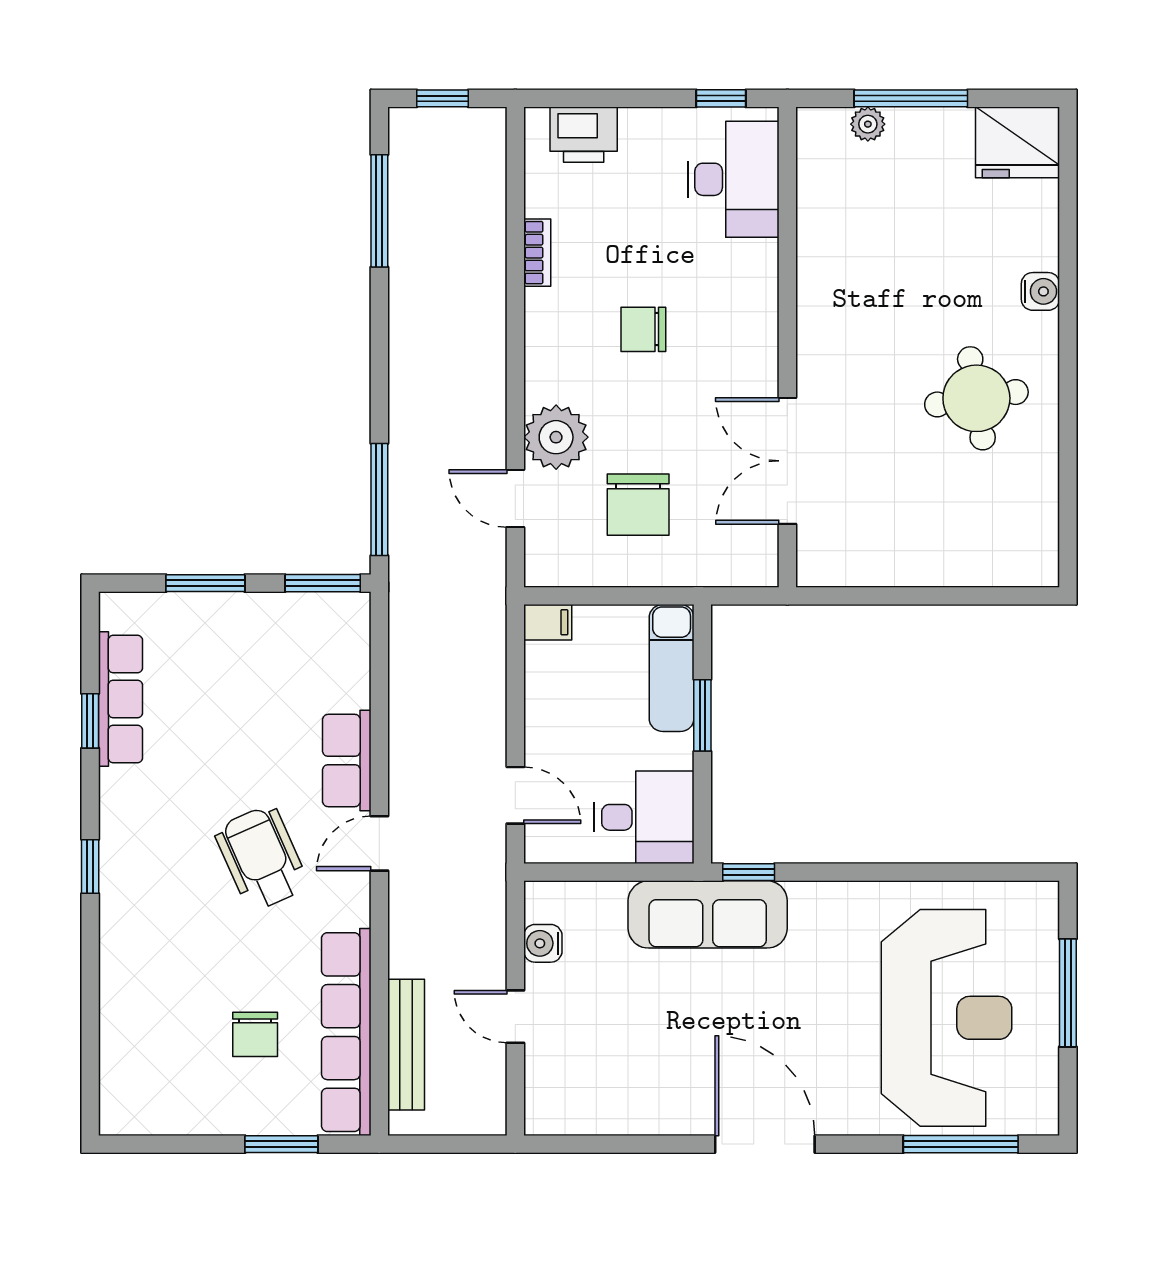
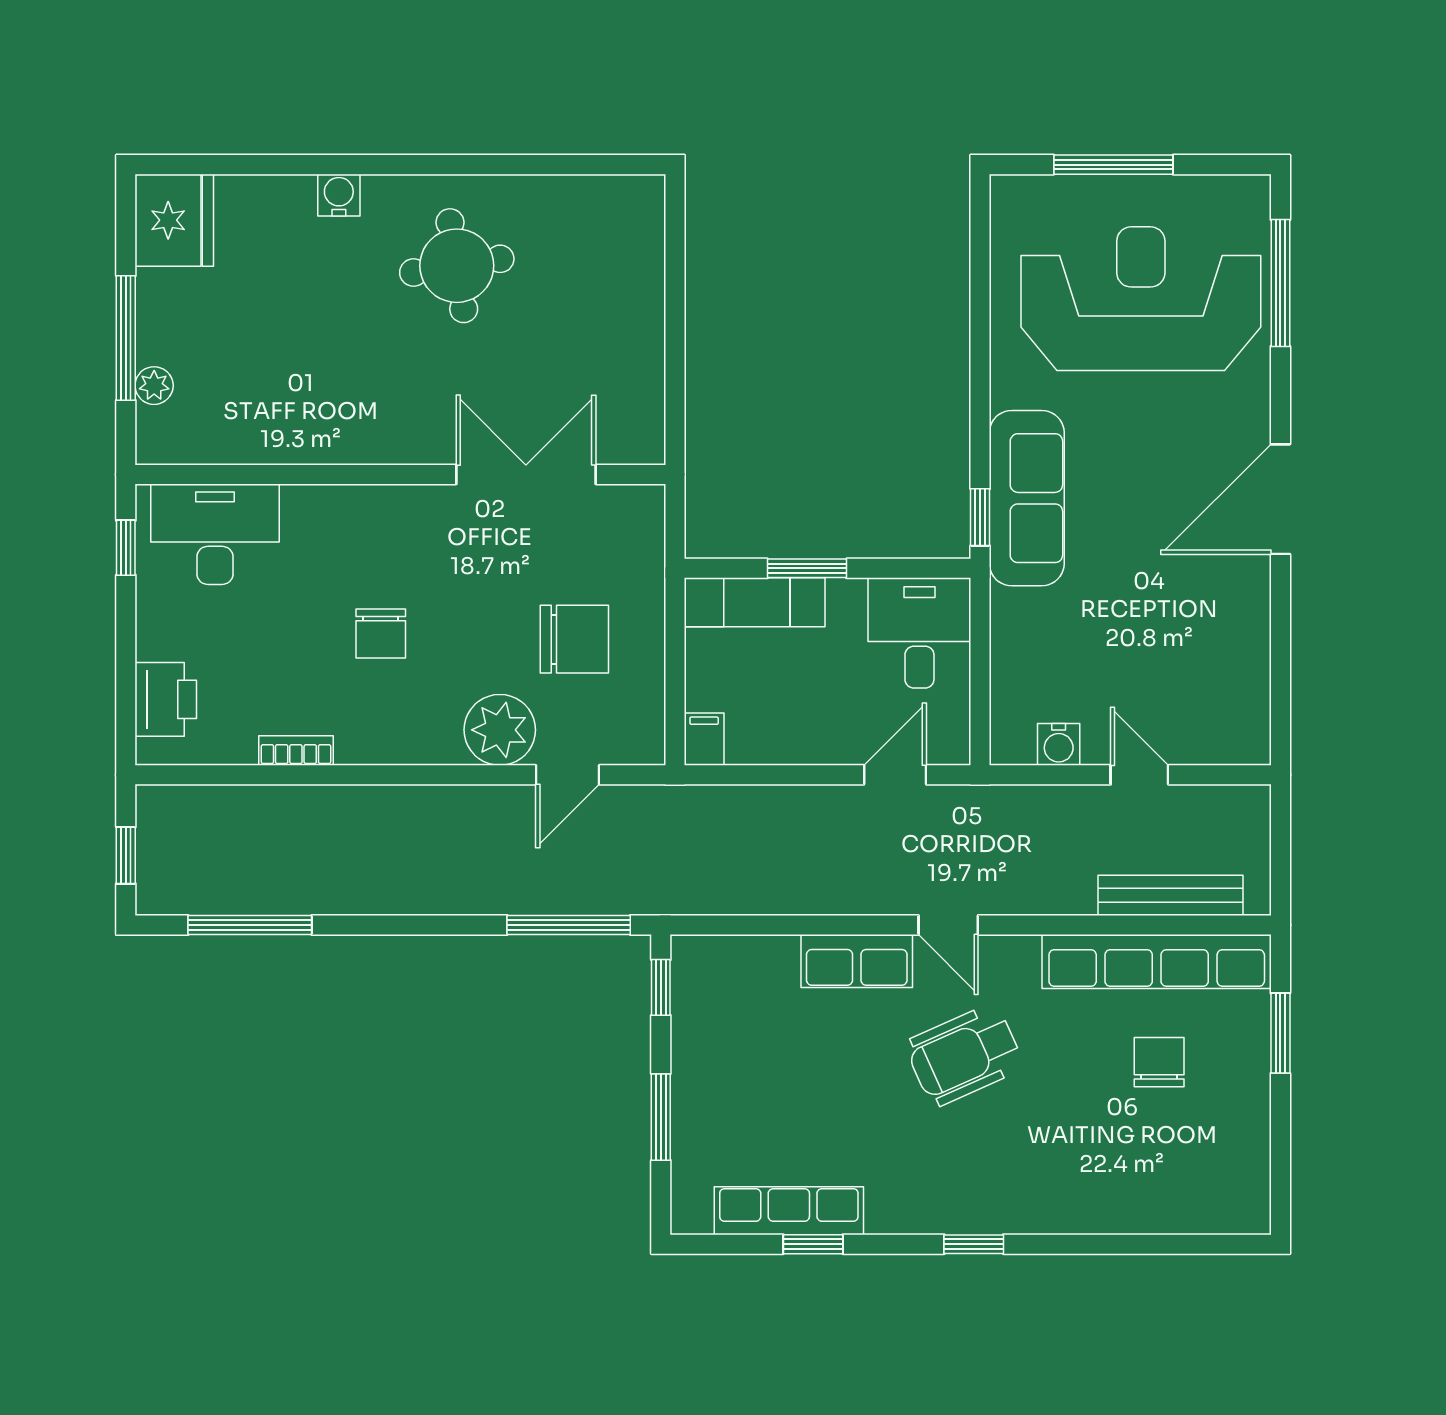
double door: (787, 461) -> (526, 474), swing flipped
window: (323, 583) -> (661, 987), width x0.67
sofa: (708, 914) -> (1027, 498), moved
door: (515, 1017) -> (1139, 775), swing flipped
chair: (255, 1034) -> (1159, 1062), turned -90

